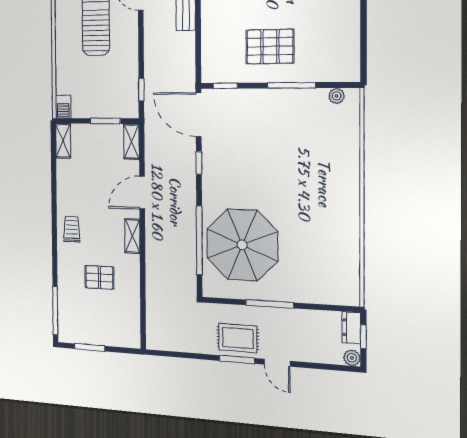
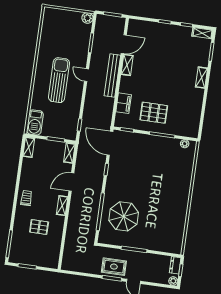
filing cabinet: (212, 38) -> (124, 103), added
barbecue: (63, 107) -> (35, 122), width x1.88, depth x1.53
parasol: (242, 245) -> (124, 216), width x0.73, depth x0.73

